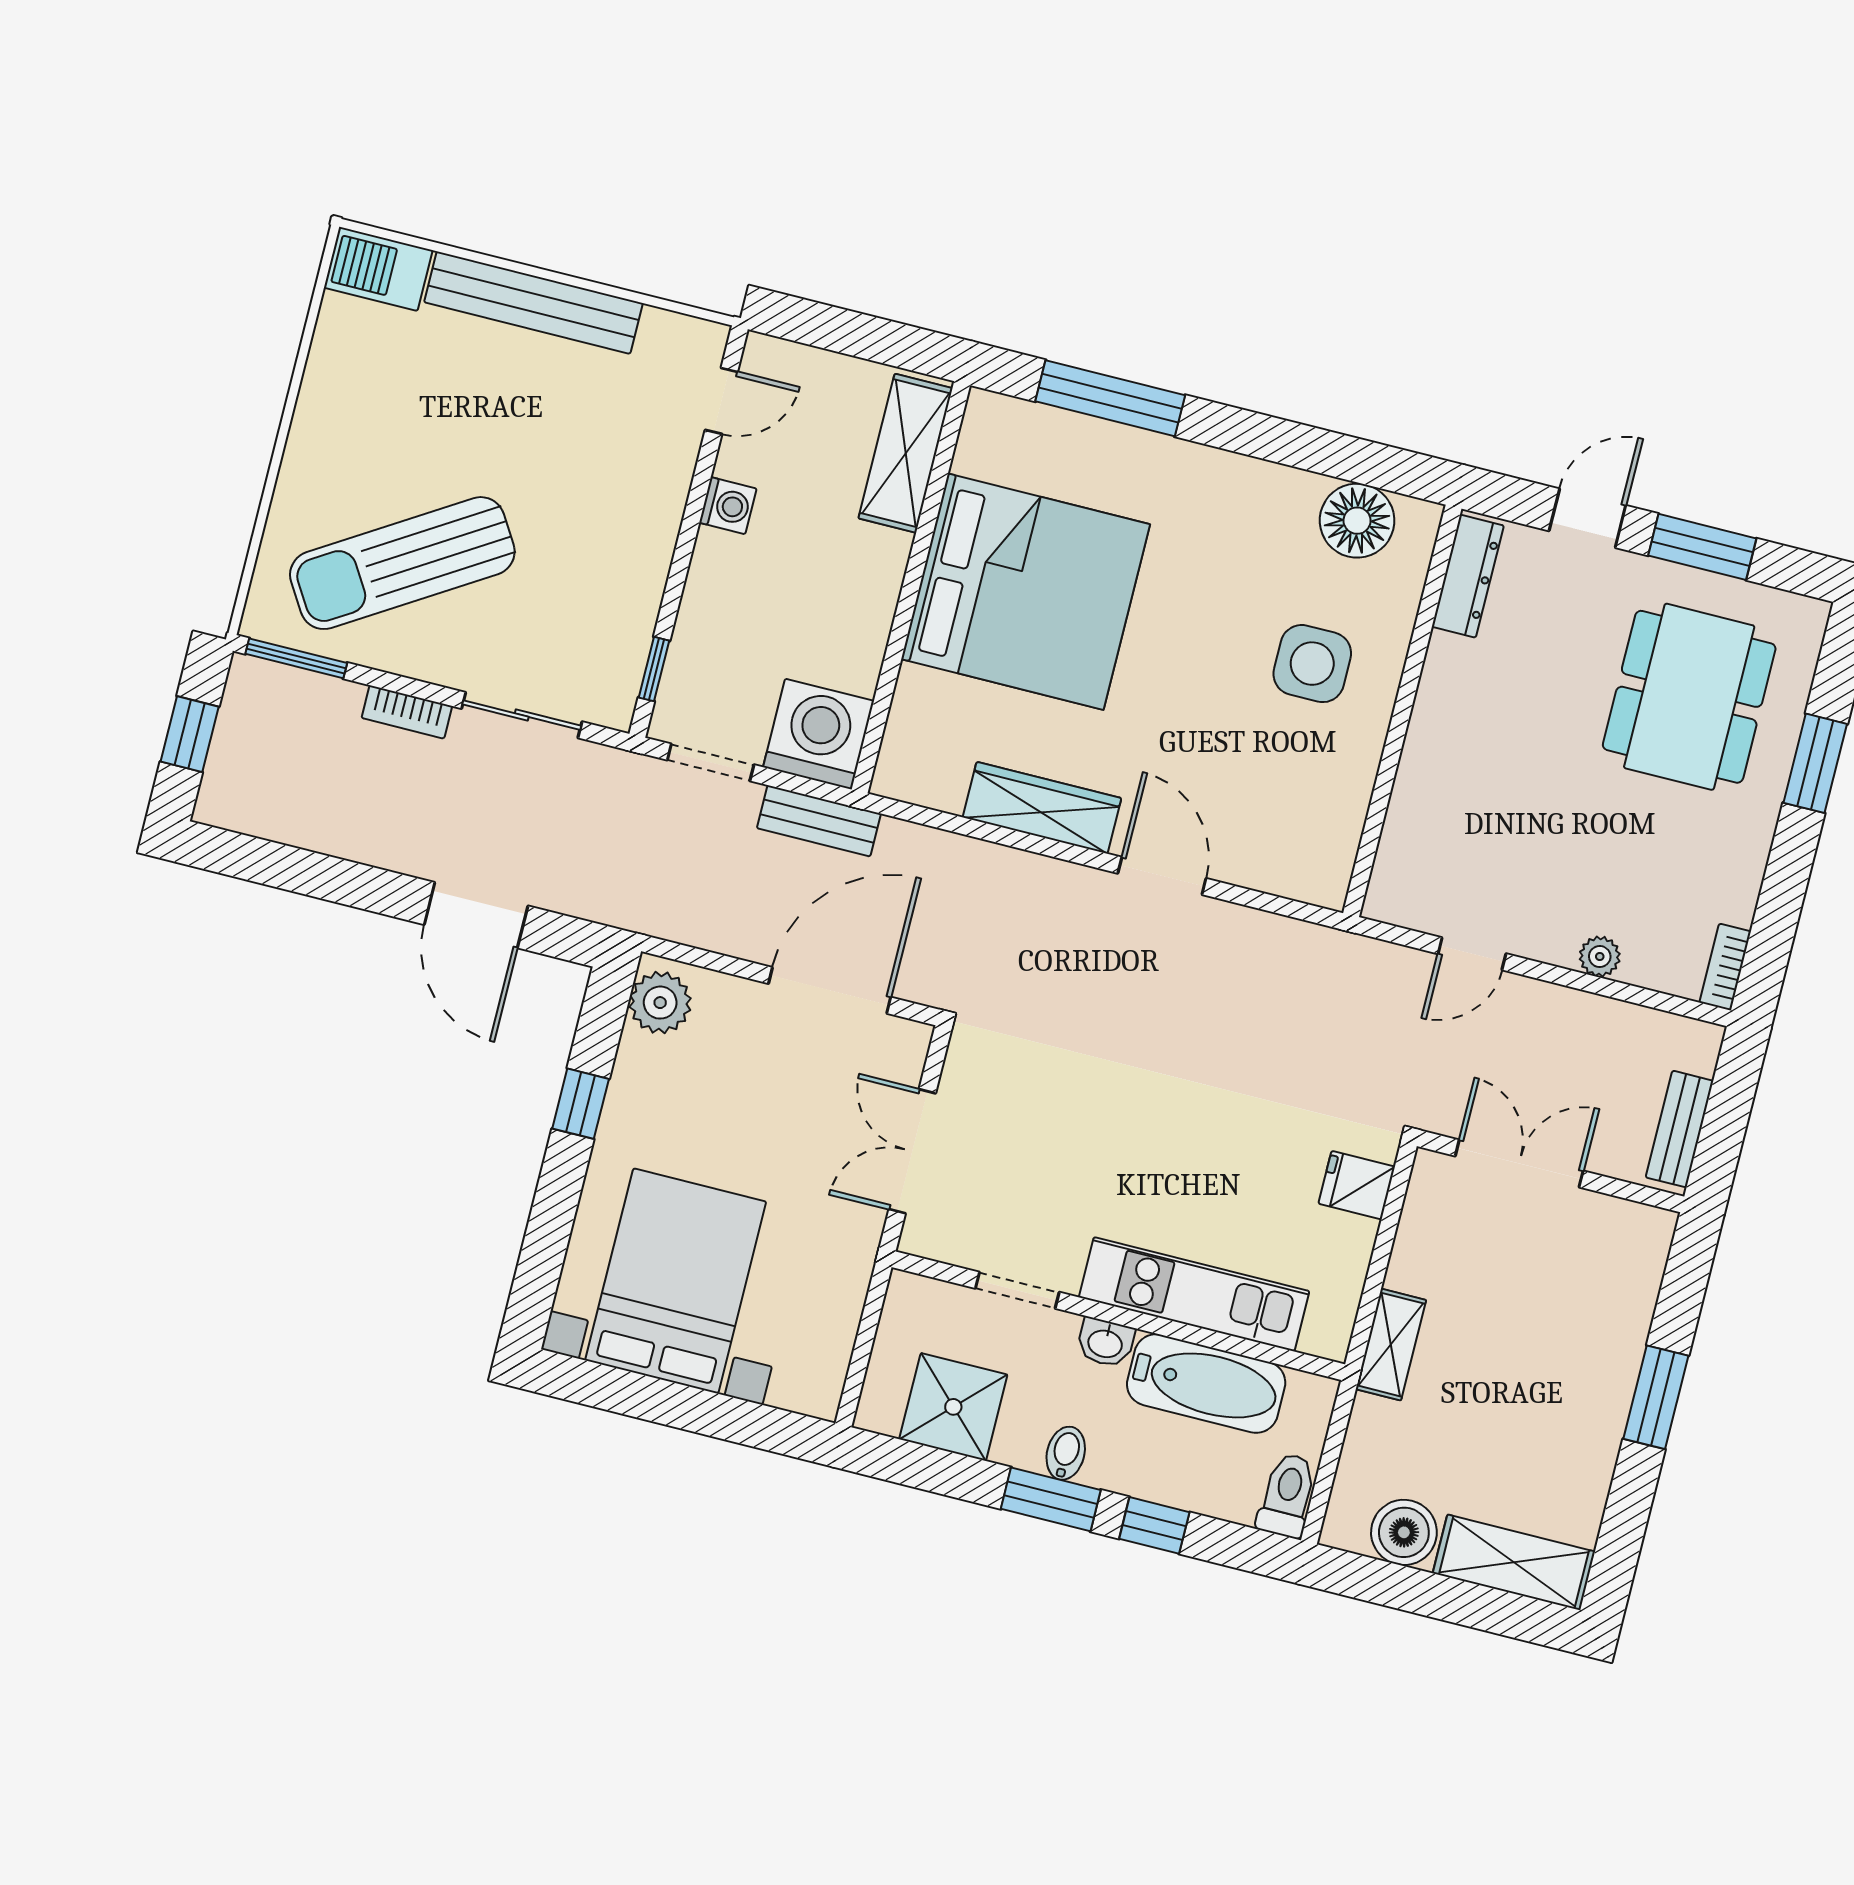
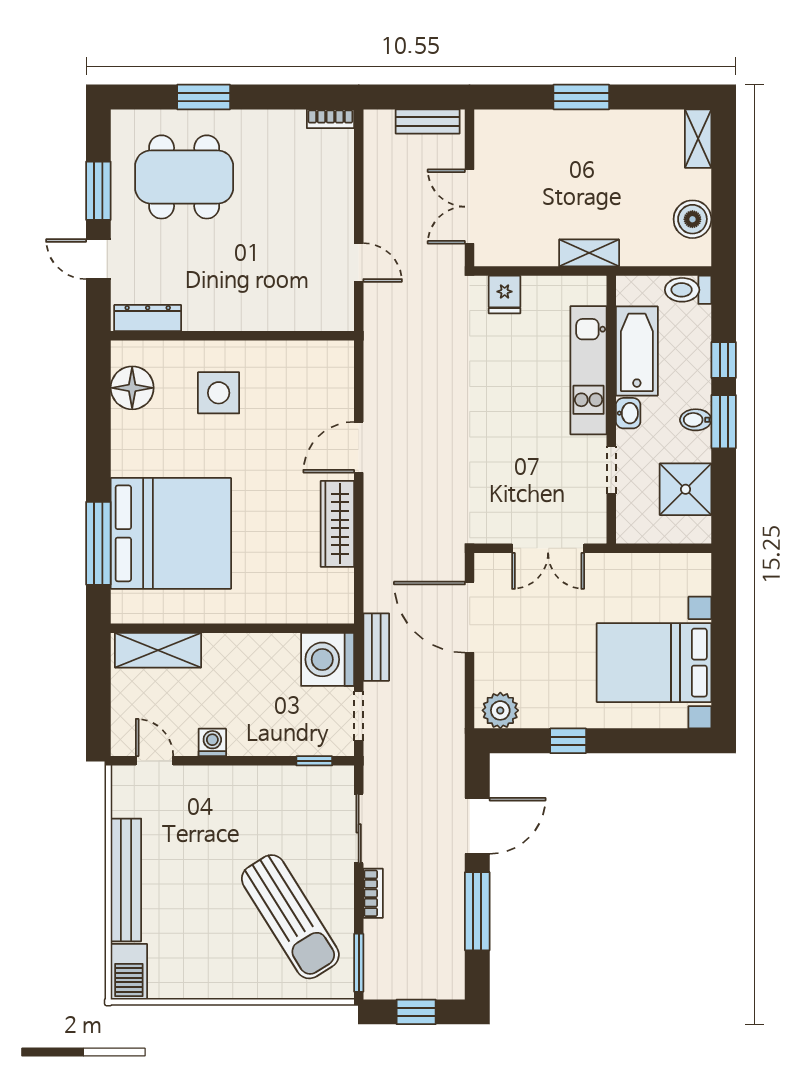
bed: (1026, 592) -> (171, 533), moved, turned 90
window: (333, 879) -> (477, 911), added
plant: (1600, 957) -> (342, 191), removed
shelving: (1514, 1562) -> (698, 139), width x0.67, depth x0.75

